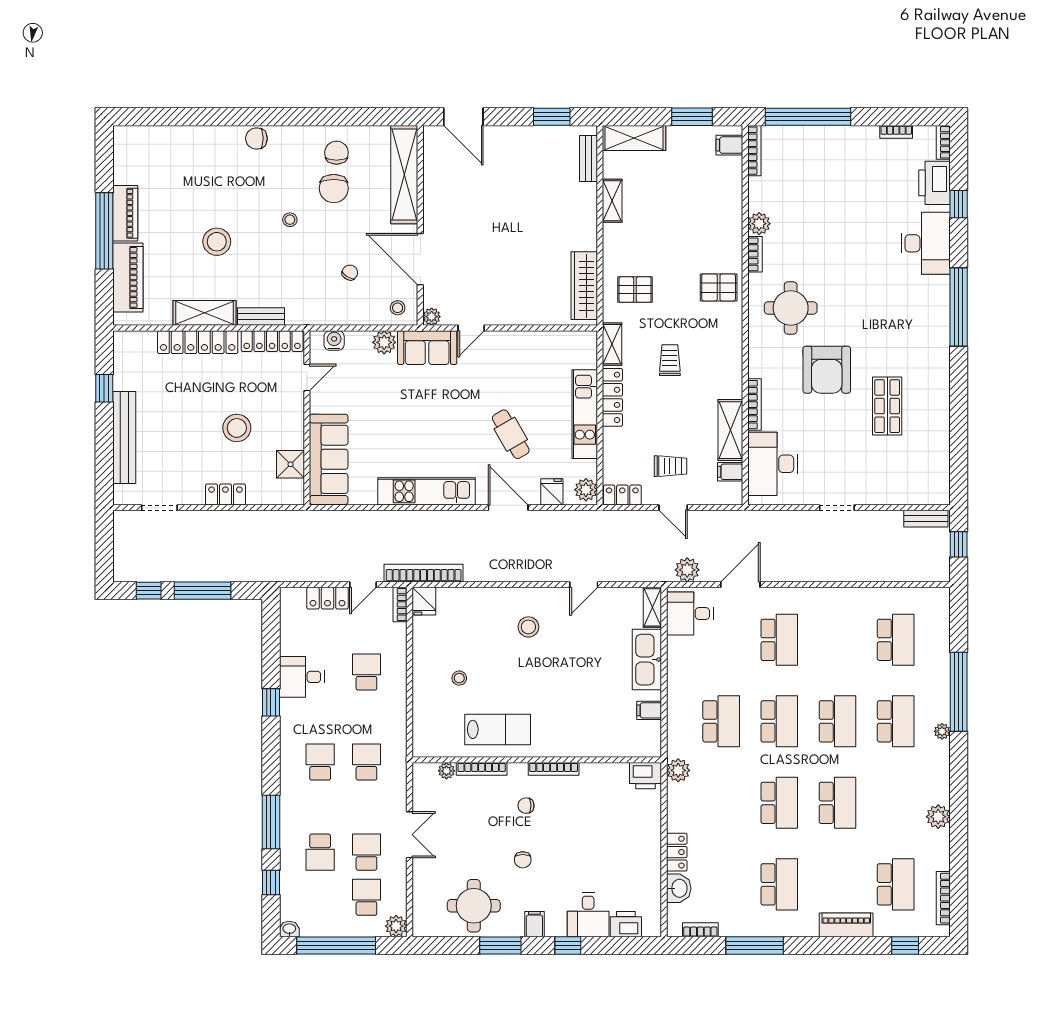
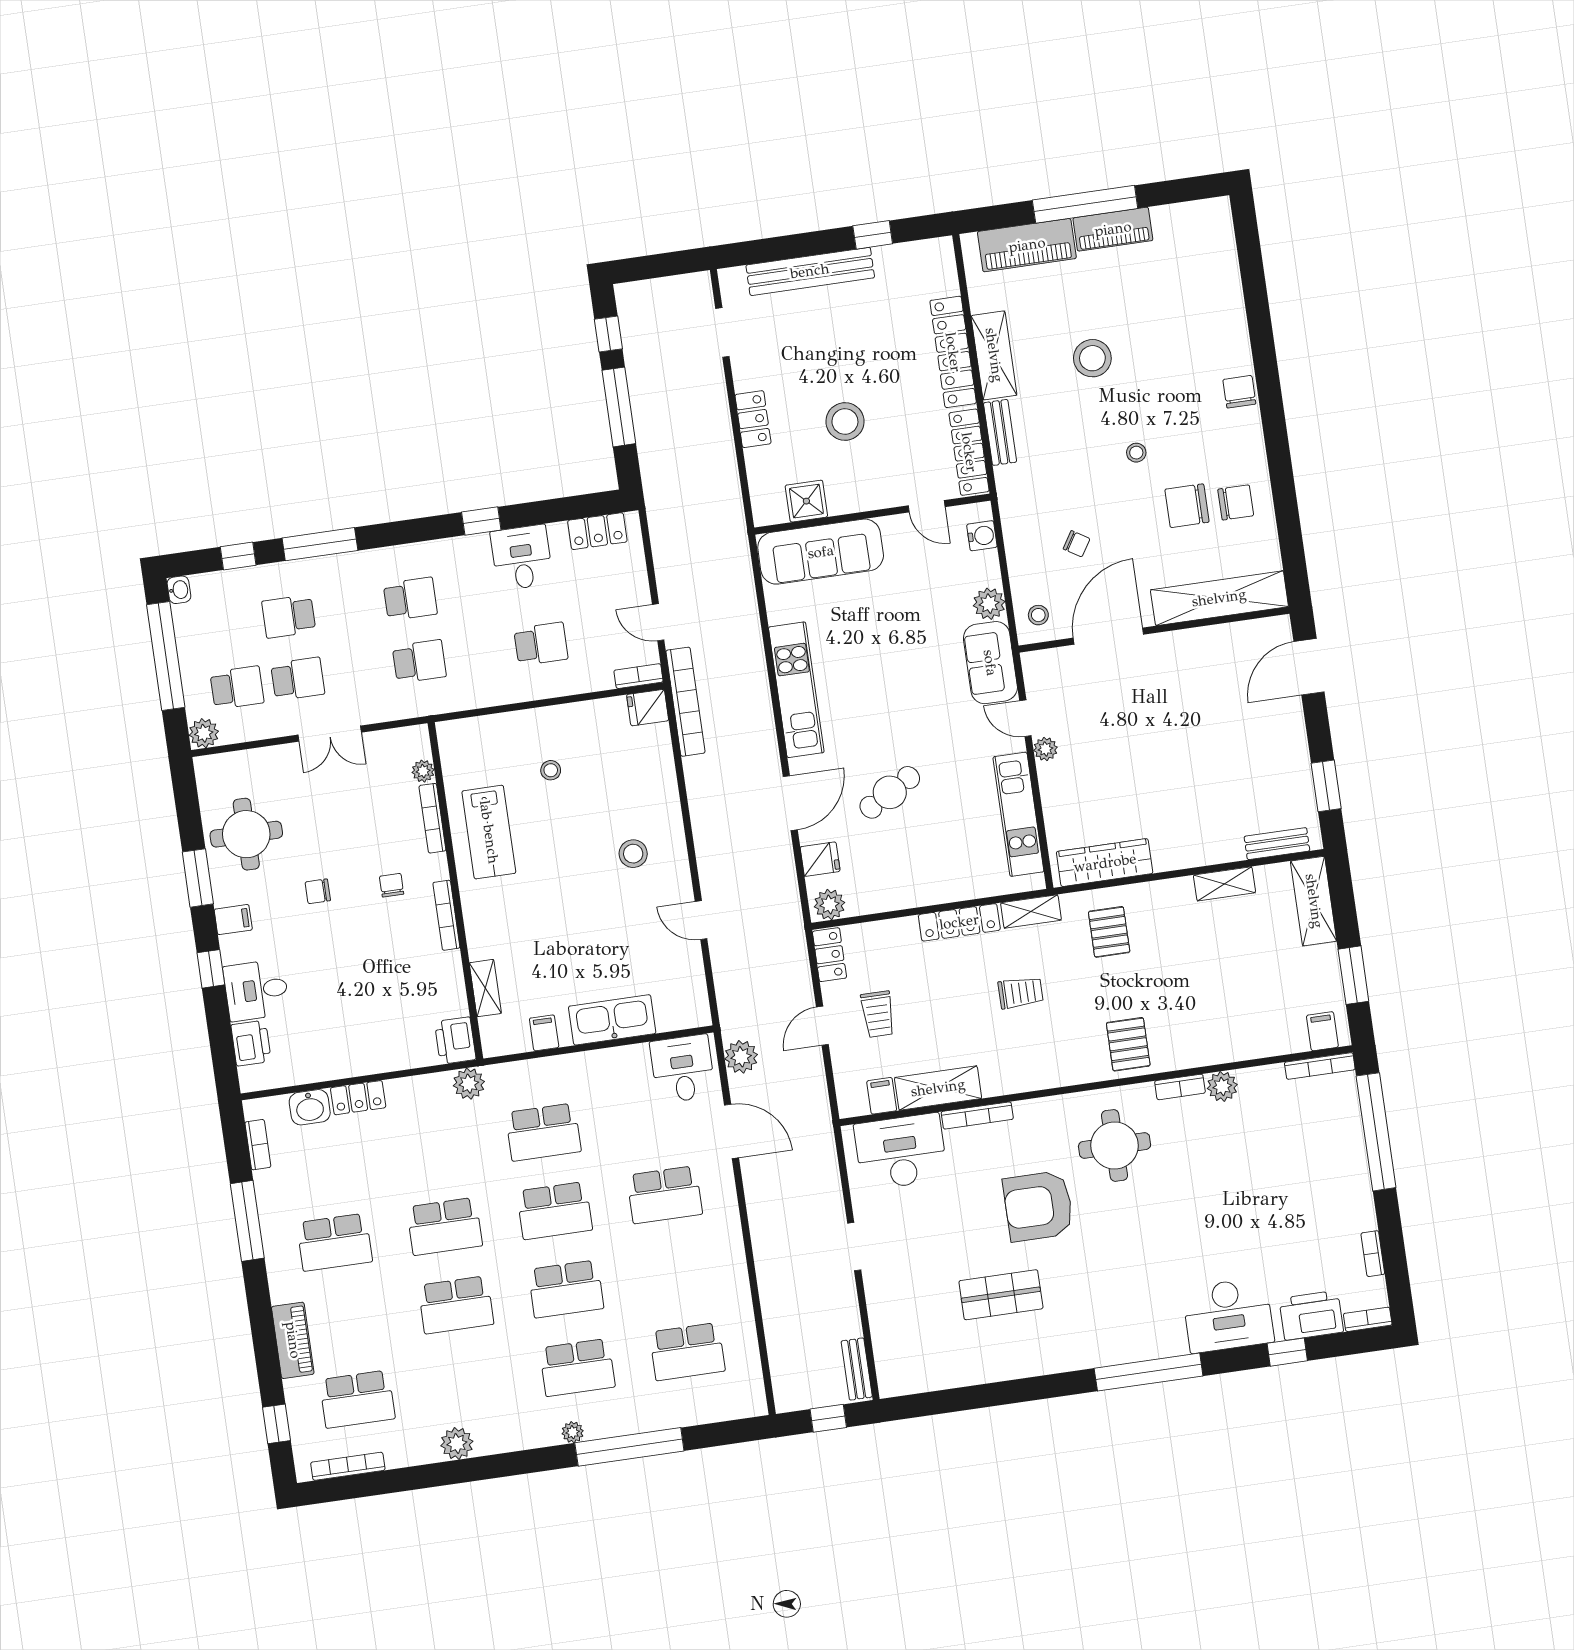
plant: (432, 317) -> (1045, 749), moved
kitchen unit: (585, 414) -> (1018, 814), moved, turned -90
locker: (327, 598) -> (597, 531), moved, turned -90
shelving: (652, 607) -> (485, 988), moved, turned 90

